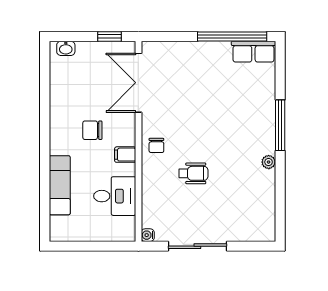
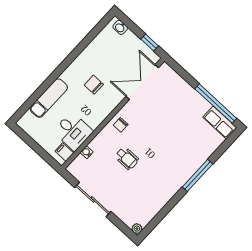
filing cabinet: (125, 155) -> (64, 152), moved
plant: (269, 162) -> (137, 229), moved
water cooler: (148, 235) -> (87, 152), moved

